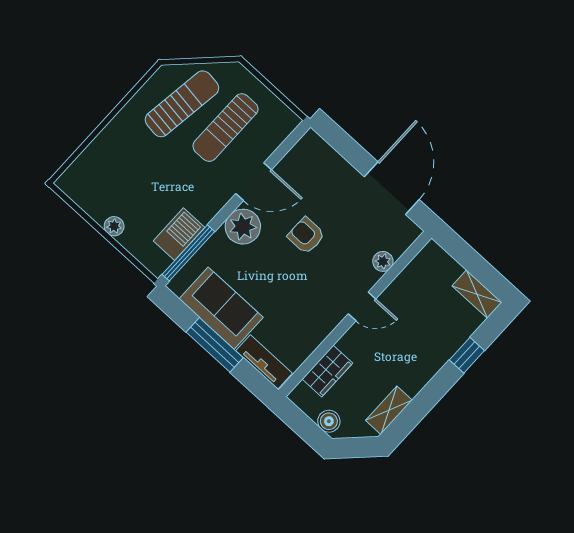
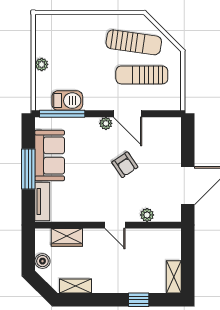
plant: (243, 227) -> (106, 123), width x0.53, depth x0.53
armchair: (306, 236) -> (125, 165), turned 146

